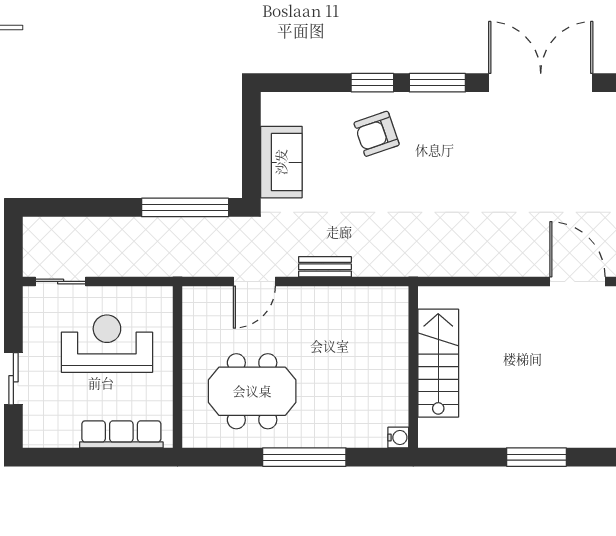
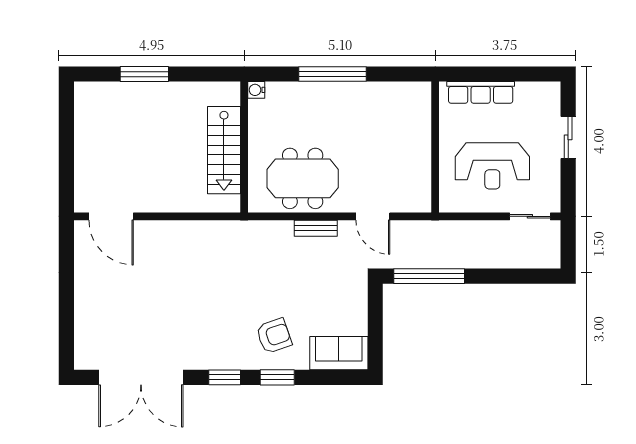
window: (437, 83) -> (225, 377), width x0.69
sofa: (281, 162) -> (339, 353), moved, turned 90
door: (254, 281) -> (373, 216), swing flipped
meeting table: (252, 391) -> (303, 178), moved

